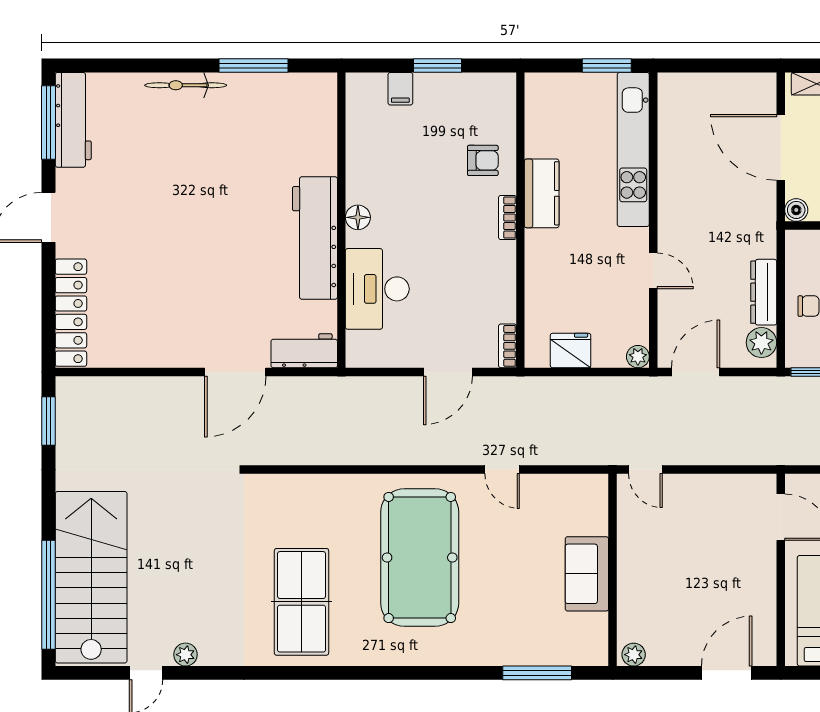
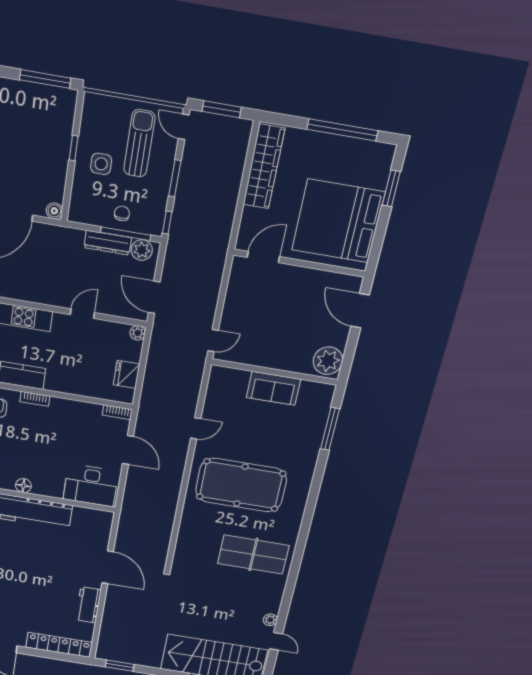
desk: (377, 289) -> (91, 485), moved
window: (781, 316) -> (126, 234), added
workbench: (304, 351) -> (88, 605), moved
plant: (634, 655) -> (328, 361), width x1.87, depth x1.87

